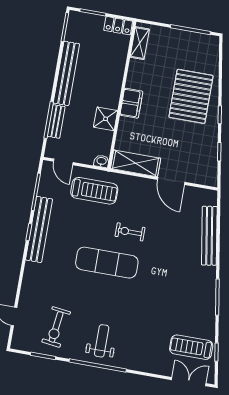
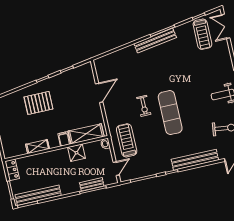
shelving: (140, 43) -> (38, 147), moved
bench: (66, 73) -> (38, 195), moved
pallet: (191, 96) -> (38, 103), width x0.73, depth x0.71
filing cabinet: (131, 103) -> (64, 139), width x0.50
shelving: (136, 163) -> (86, 134), moved, turned 90
bench: (39, 229) -> (195, 160), moved
bench: (209, 236) -> (155, 41), moved

